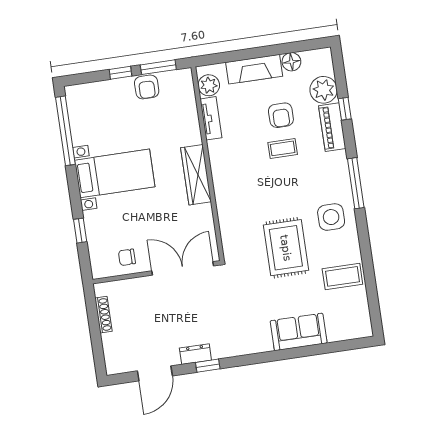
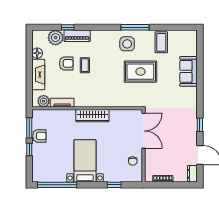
window: (356, 183) -> (135, 27), moved
double door: (183, 268) -> (144, 131), swing flipped
dresser: (195, 354) -> (192, 174), moved

